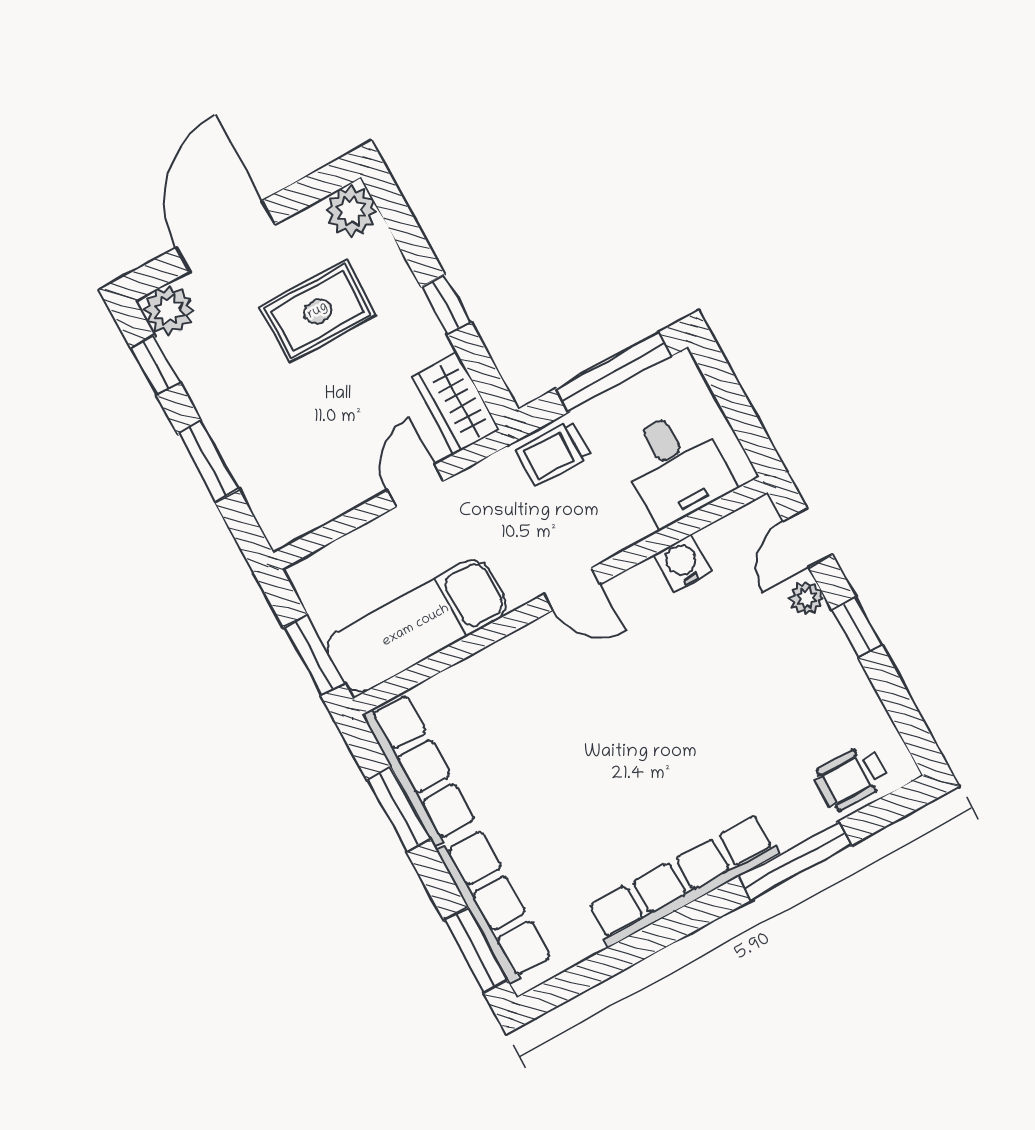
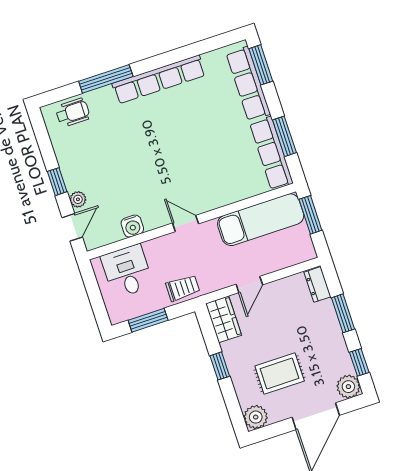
window: (613, 372) -> (148, 320), width x0.69
dresser: (273, 512) -> (317, 284), added

